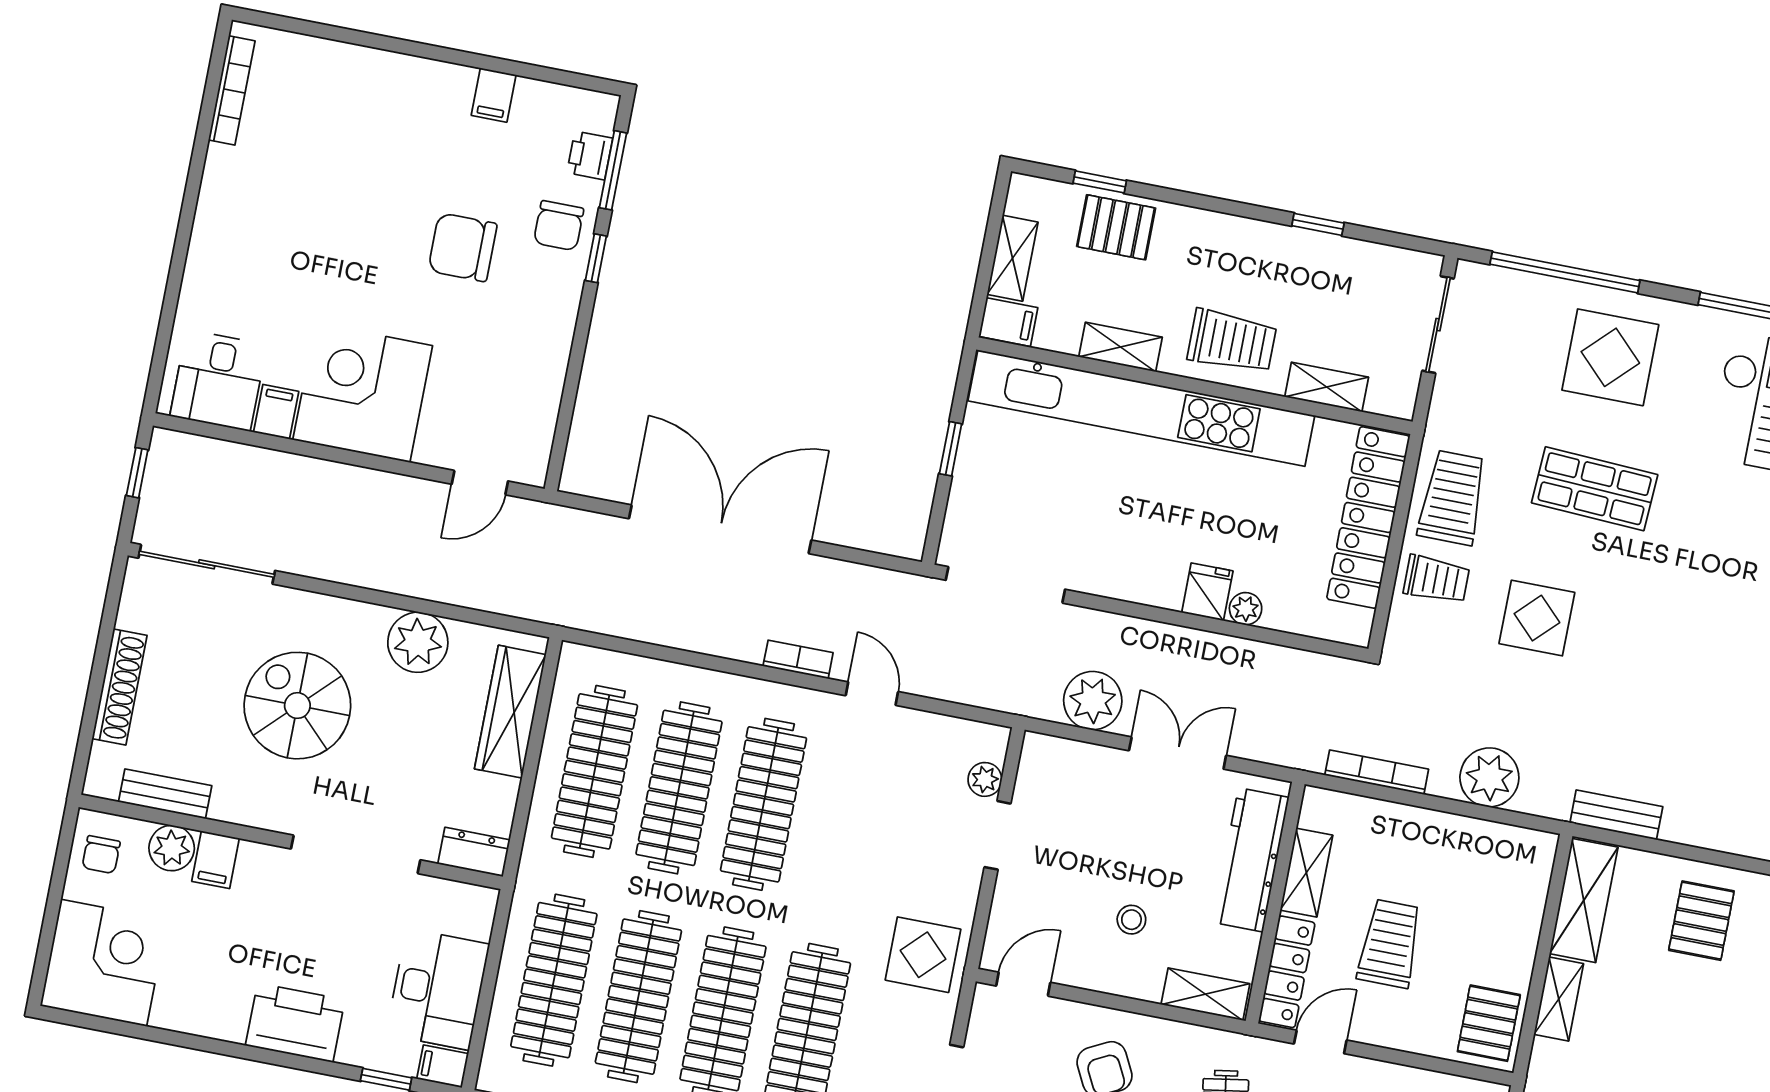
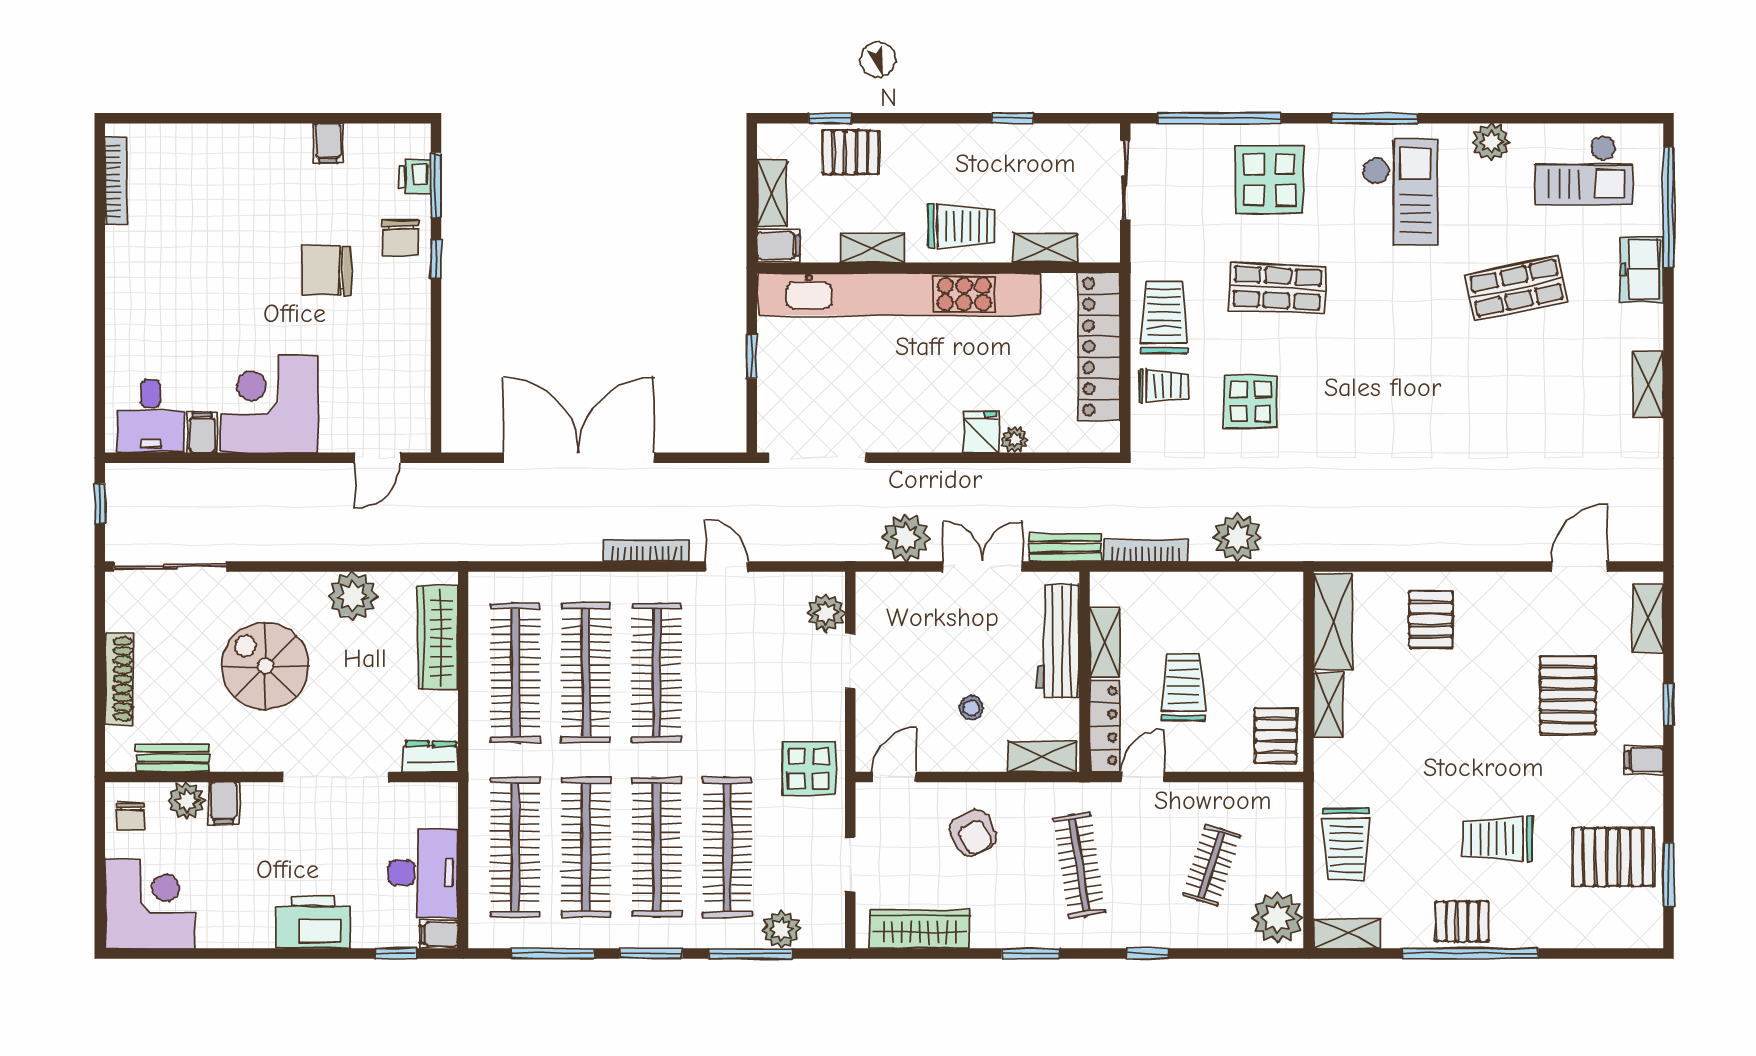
bookcase: (798, 659) -> (646, 550), width x1.56
plant: (985, 779) -> (826, 613), width x1.38, depth x1.38
bench: (1616, 815) -> (1065, 548), moved

